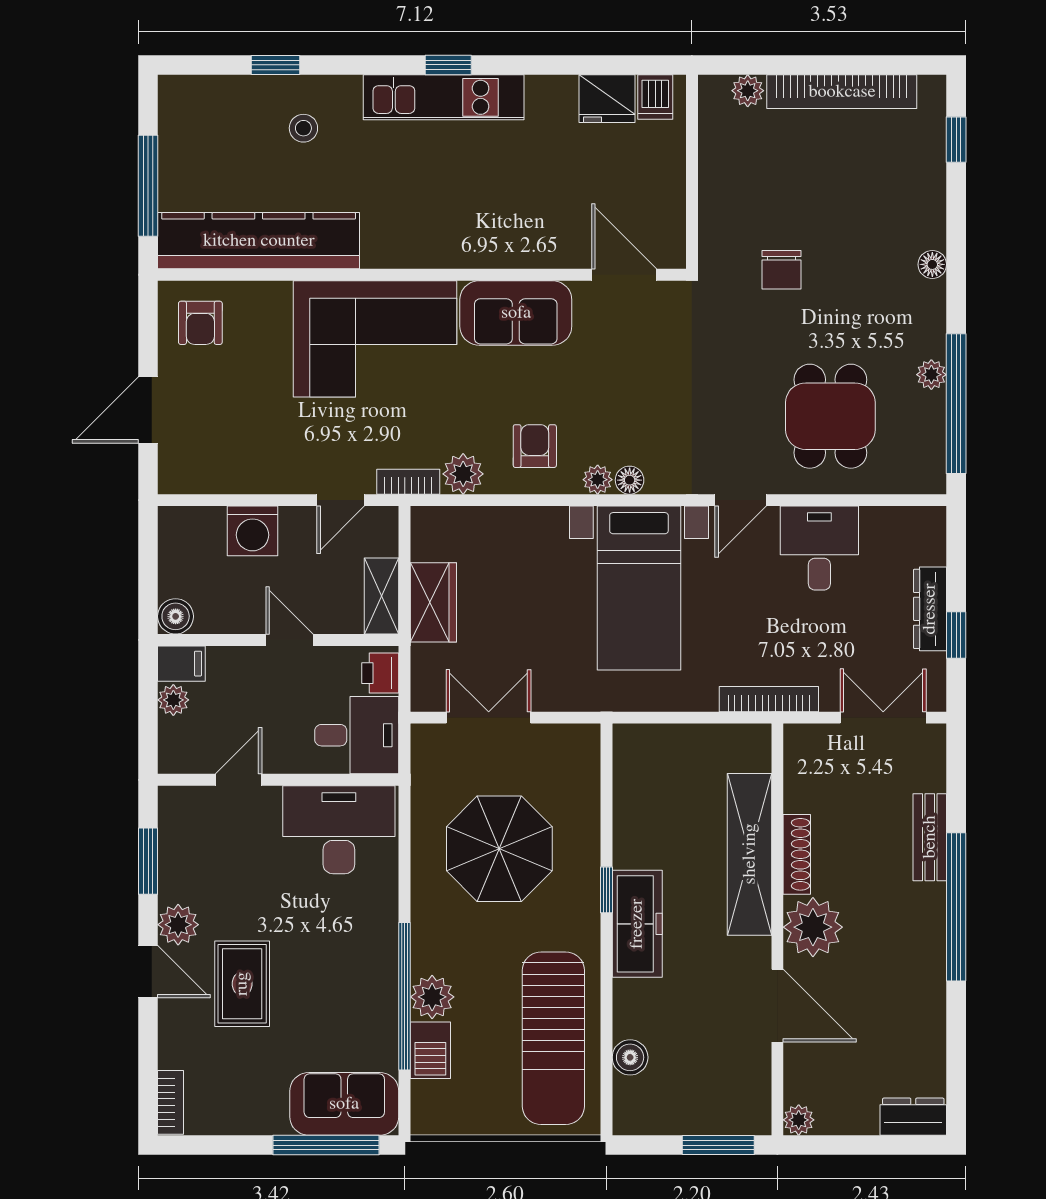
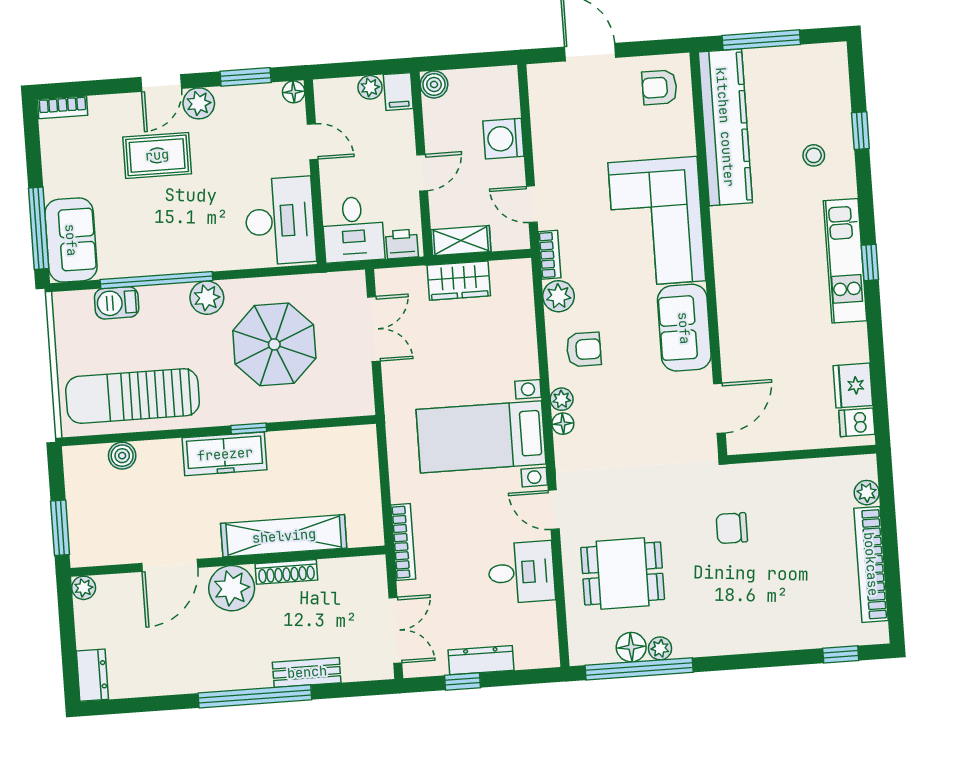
floor lamp: (932, 264) -> (631, 647), moved, width x1.37, depth x1.37
floor lamp: (172, 800) -> (294, 92), added
plant: (432, 997) -> (207, 298), moved

